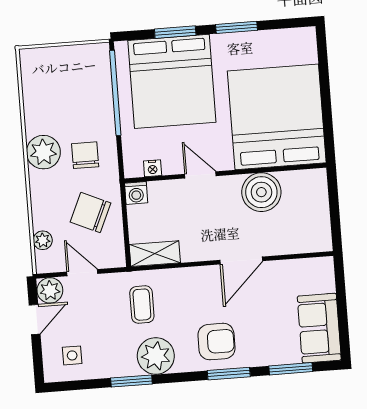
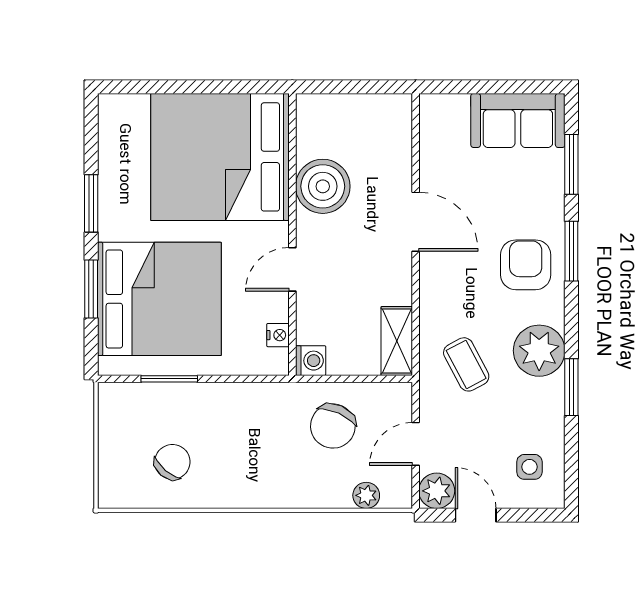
window: (115, 93) -> (169, 379), width x0.47
plant: (43, 152) -> (244, 485), removed
chair: (85, 155) -> (172, 462), moved, turned 130
coffee table: (142, 305) -> (466, 364), turned 62

